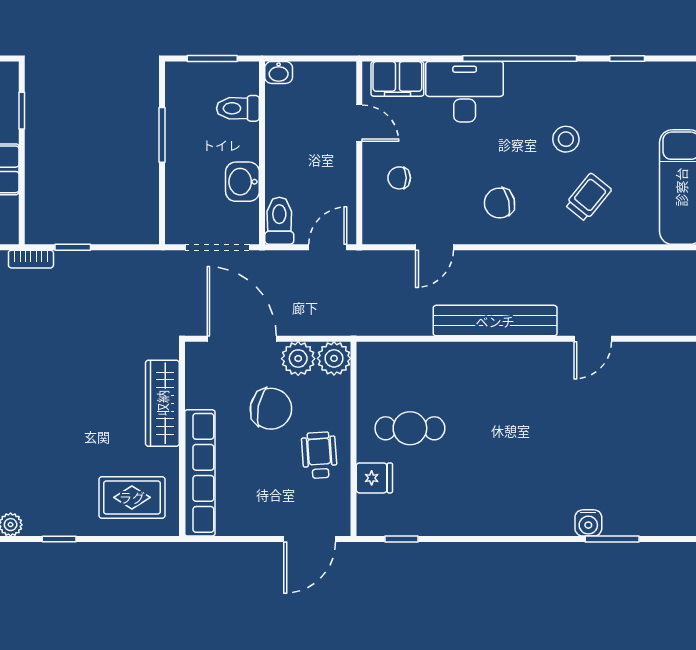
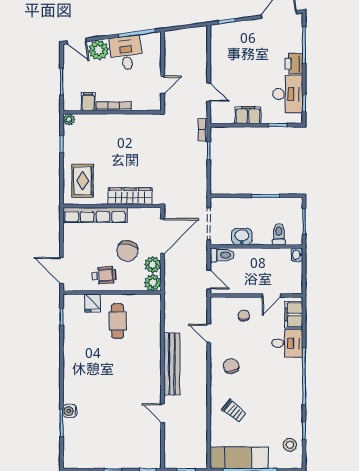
desk: (465, 92) -> (287, 343), width x0.73
stool: (566, 139) -> (290, 445), moved

